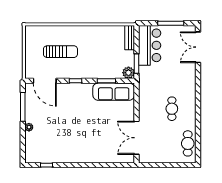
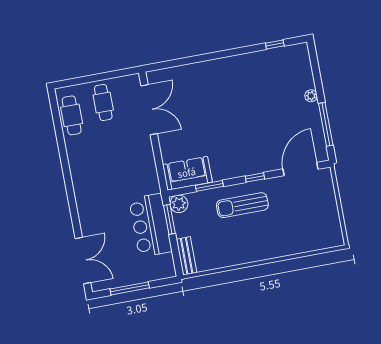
bar counter: (150, 45) -> (150, 225), moved
sun lounger: (60, 52) -> (242, 205), moved
door: (45, 81) -> (300, 169), hinge flipped
sofa: (114, 92) -> (187, 173), width x0.73
cafe table: (172, 109) -> (103, 102), moved

